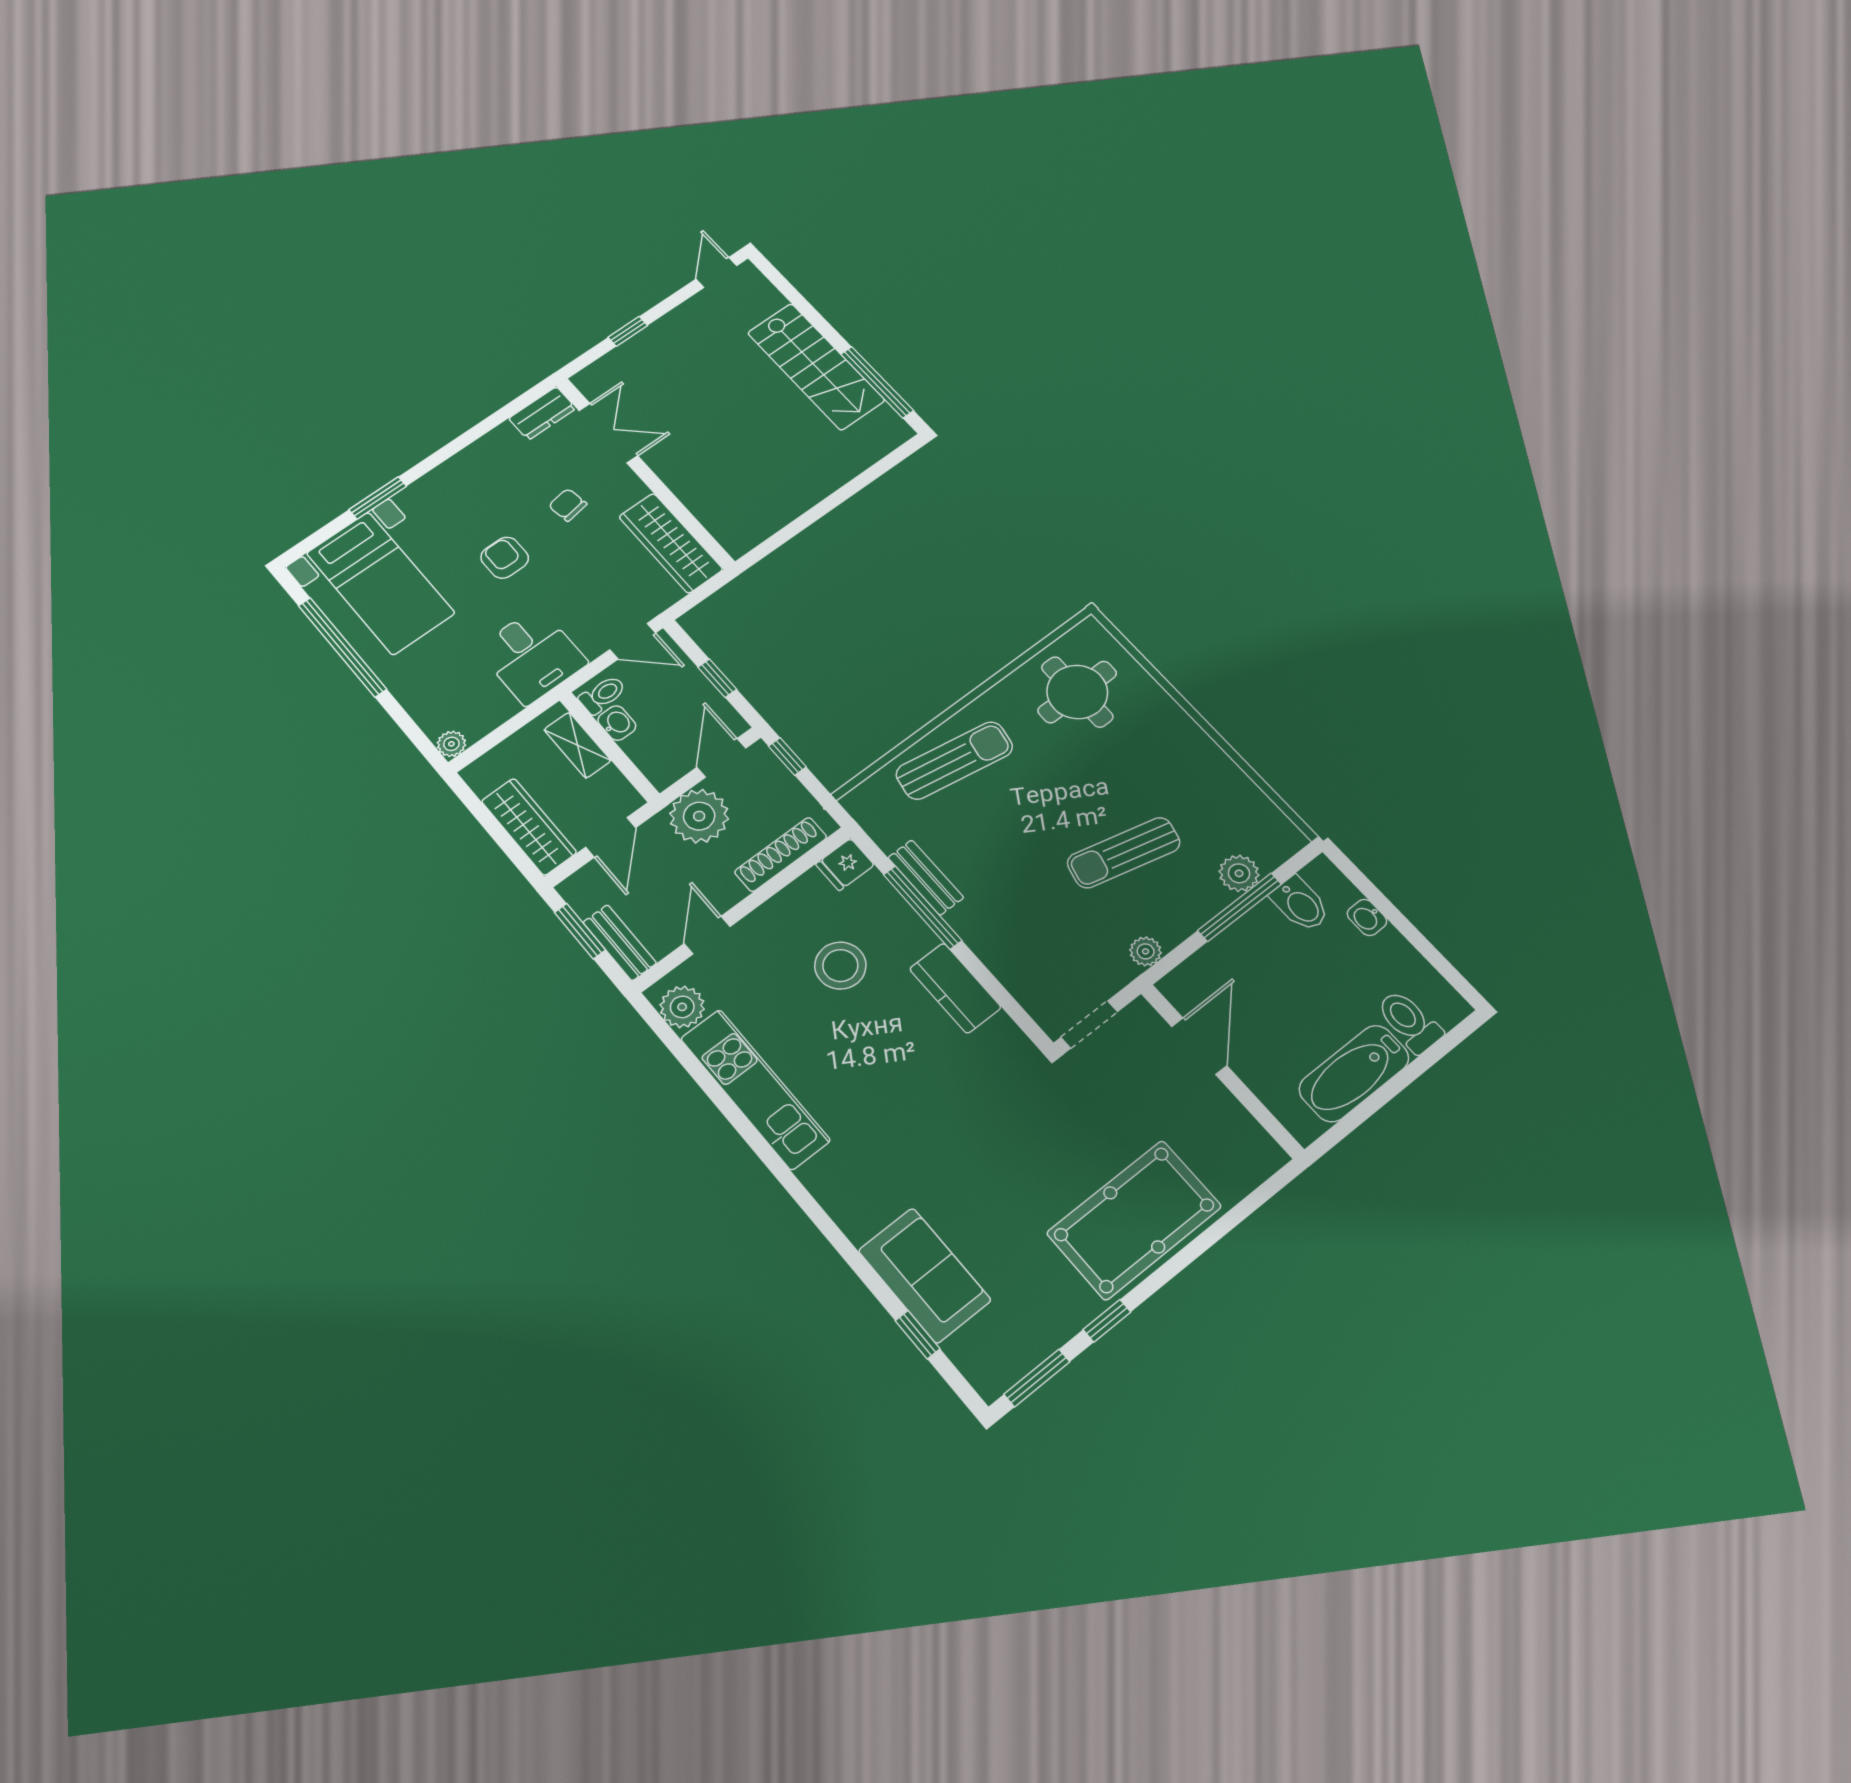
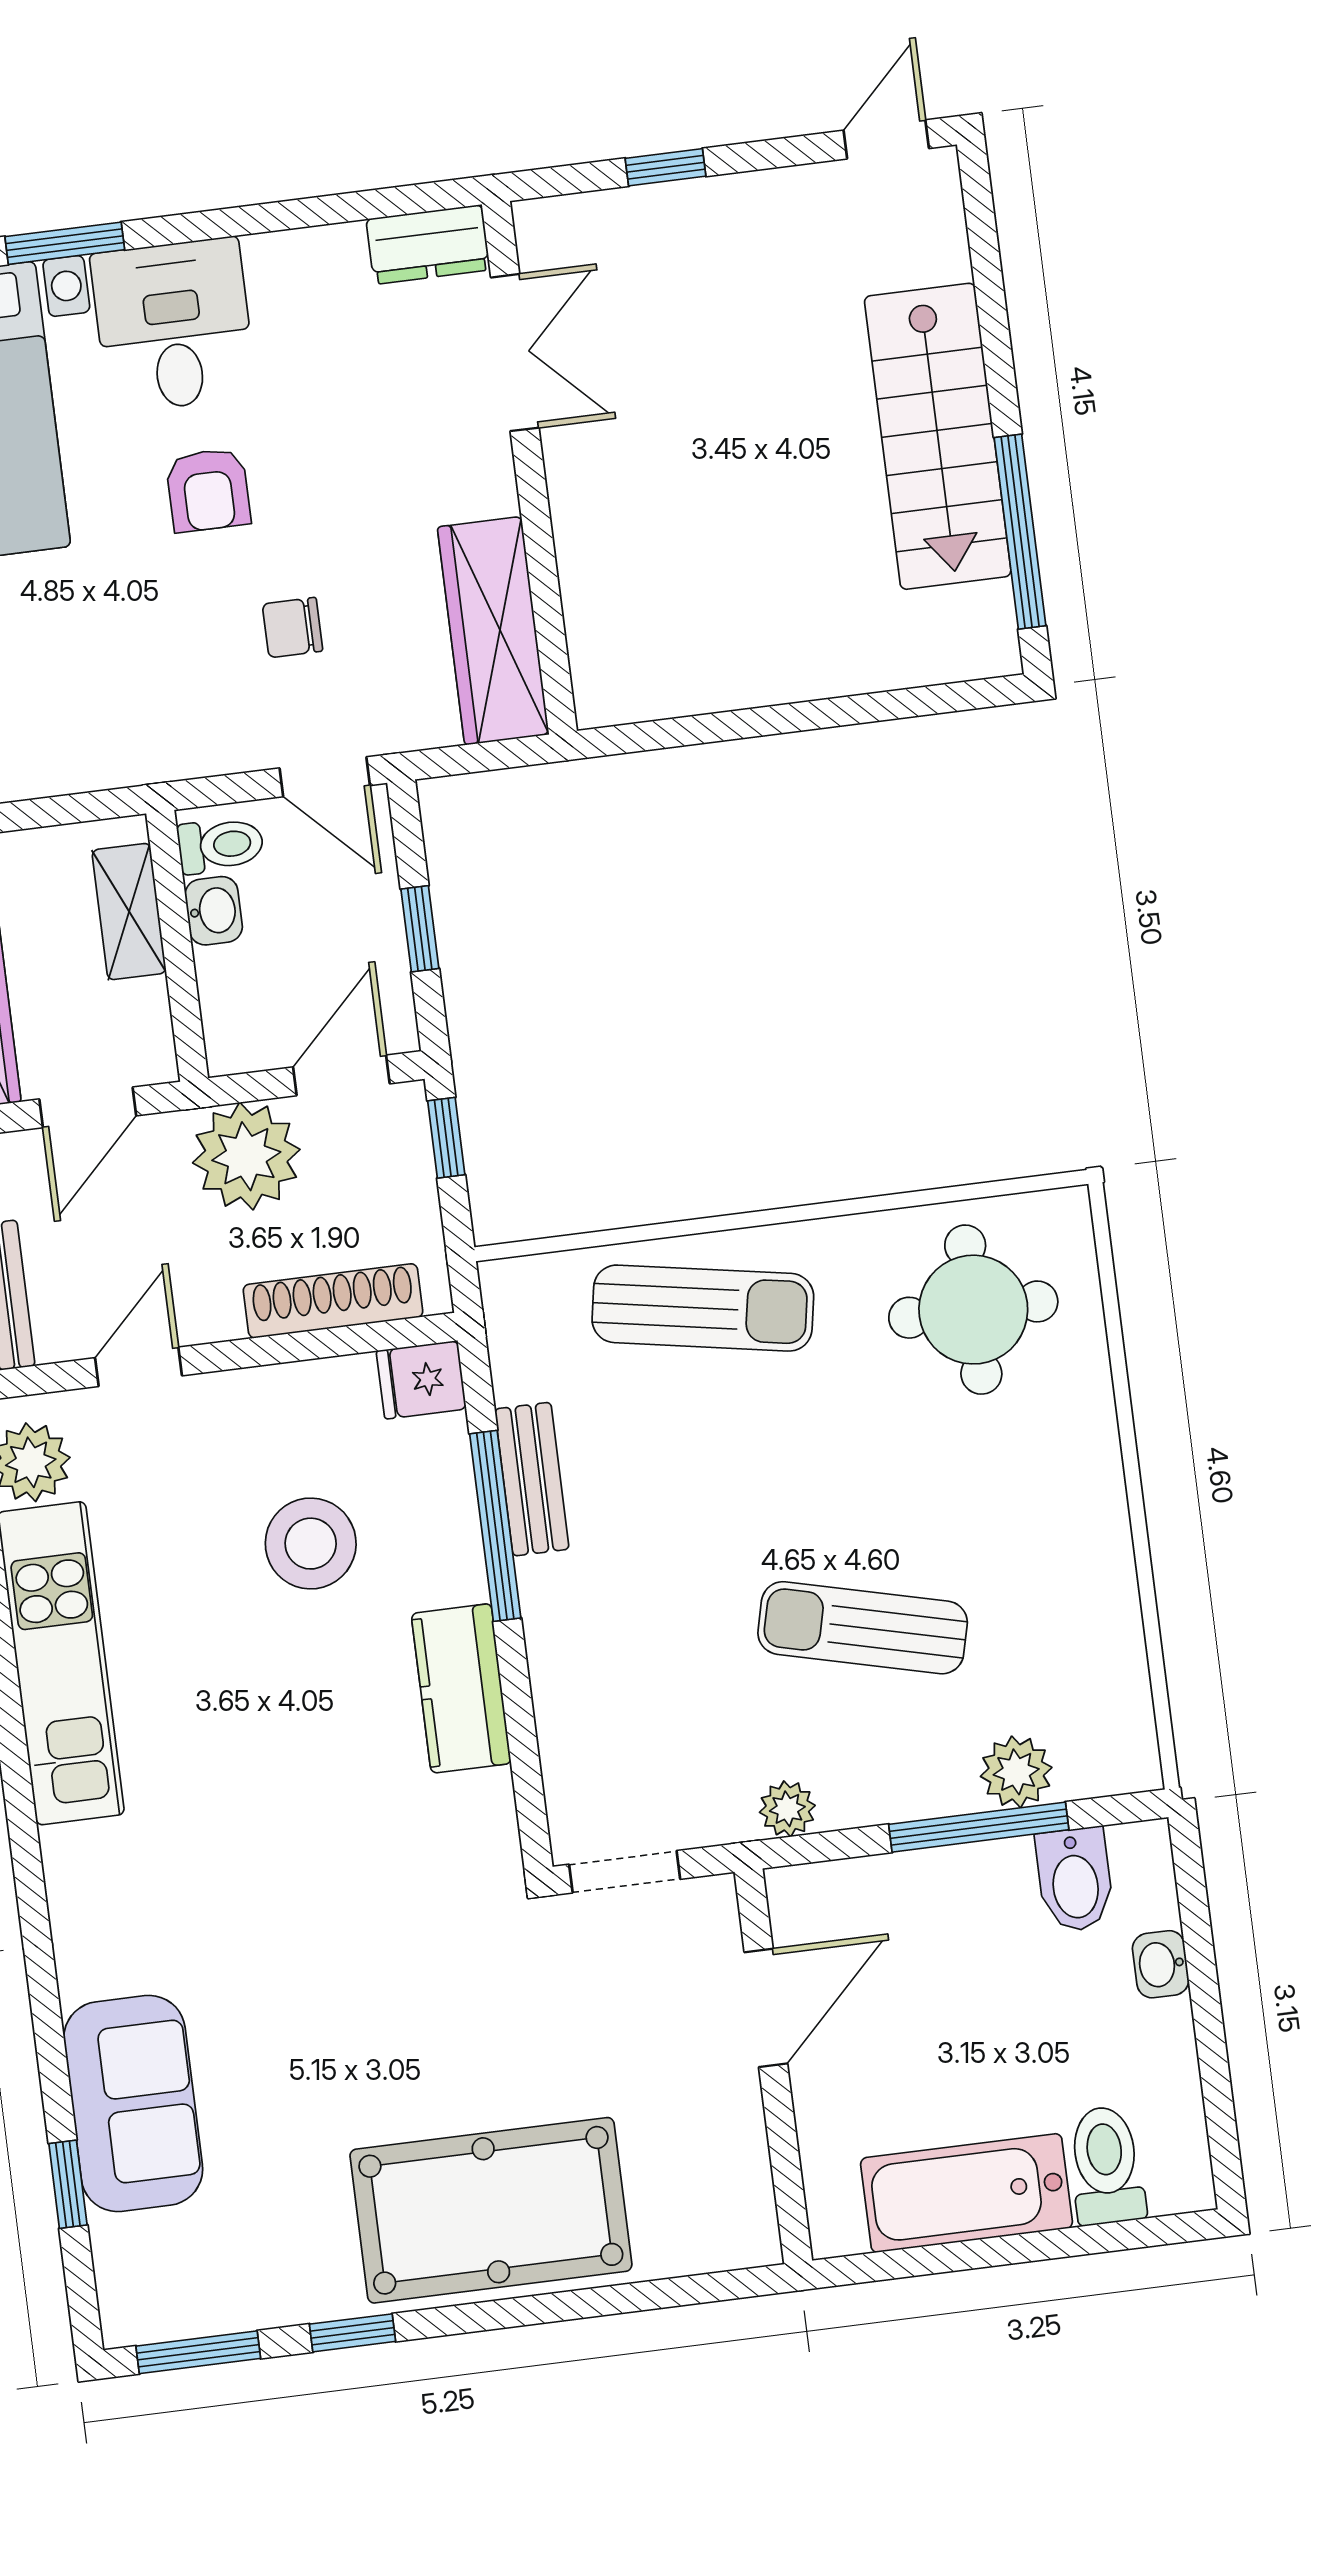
chair: (568, 505) -> (292, 627), moved, turned -81
armchair: (505, 558) -> (208, 490), turned 180
desk: (532, 656) -> (173, 325), moved, turned 180

